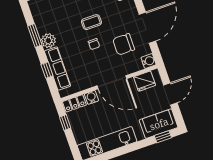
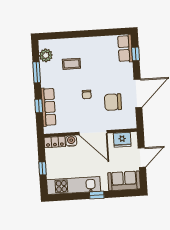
coffee table: (91, 22) -> (71, 64), moved
plant: (48, 41) -> (46, 55), moved
water cooler: (149, 61) -> (131, 123), removed
window: (65, 122) -> (43, 168), moved
window: (163, 137) -> (97, 195), moved

